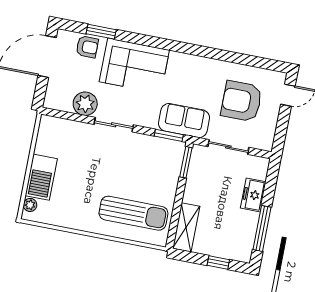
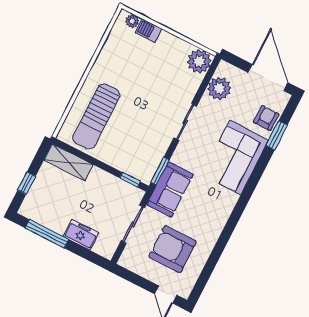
armchair: (87, 47) -> (266, 118), turned 180
armchair: (242, 101) -> (173, 249), turned -90
plant: (85, 104) -> (219, 88), moved
plant: (51, 128) -> (199, 61), added
window: (186, 162) -> (130, 180), width x0.67
barbecue: (41, 177) -> (149, 31), width x0.53, depth x0.65

